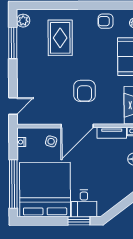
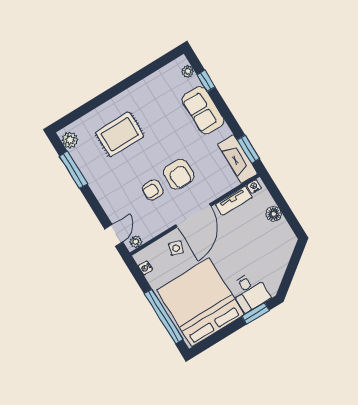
armchair: (106, 21) -> (153, 190), moved
rug: (60, 38) -> (120, 134), turned 90
plant: (26, 120) -> (136, 242), added

